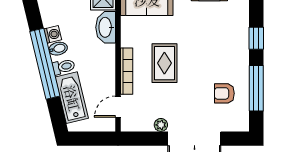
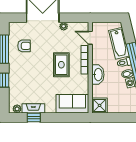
washbasin: (106, 27) -> (98, 75), moved
door: (118, 107) -> (90, 38), swing flipped

